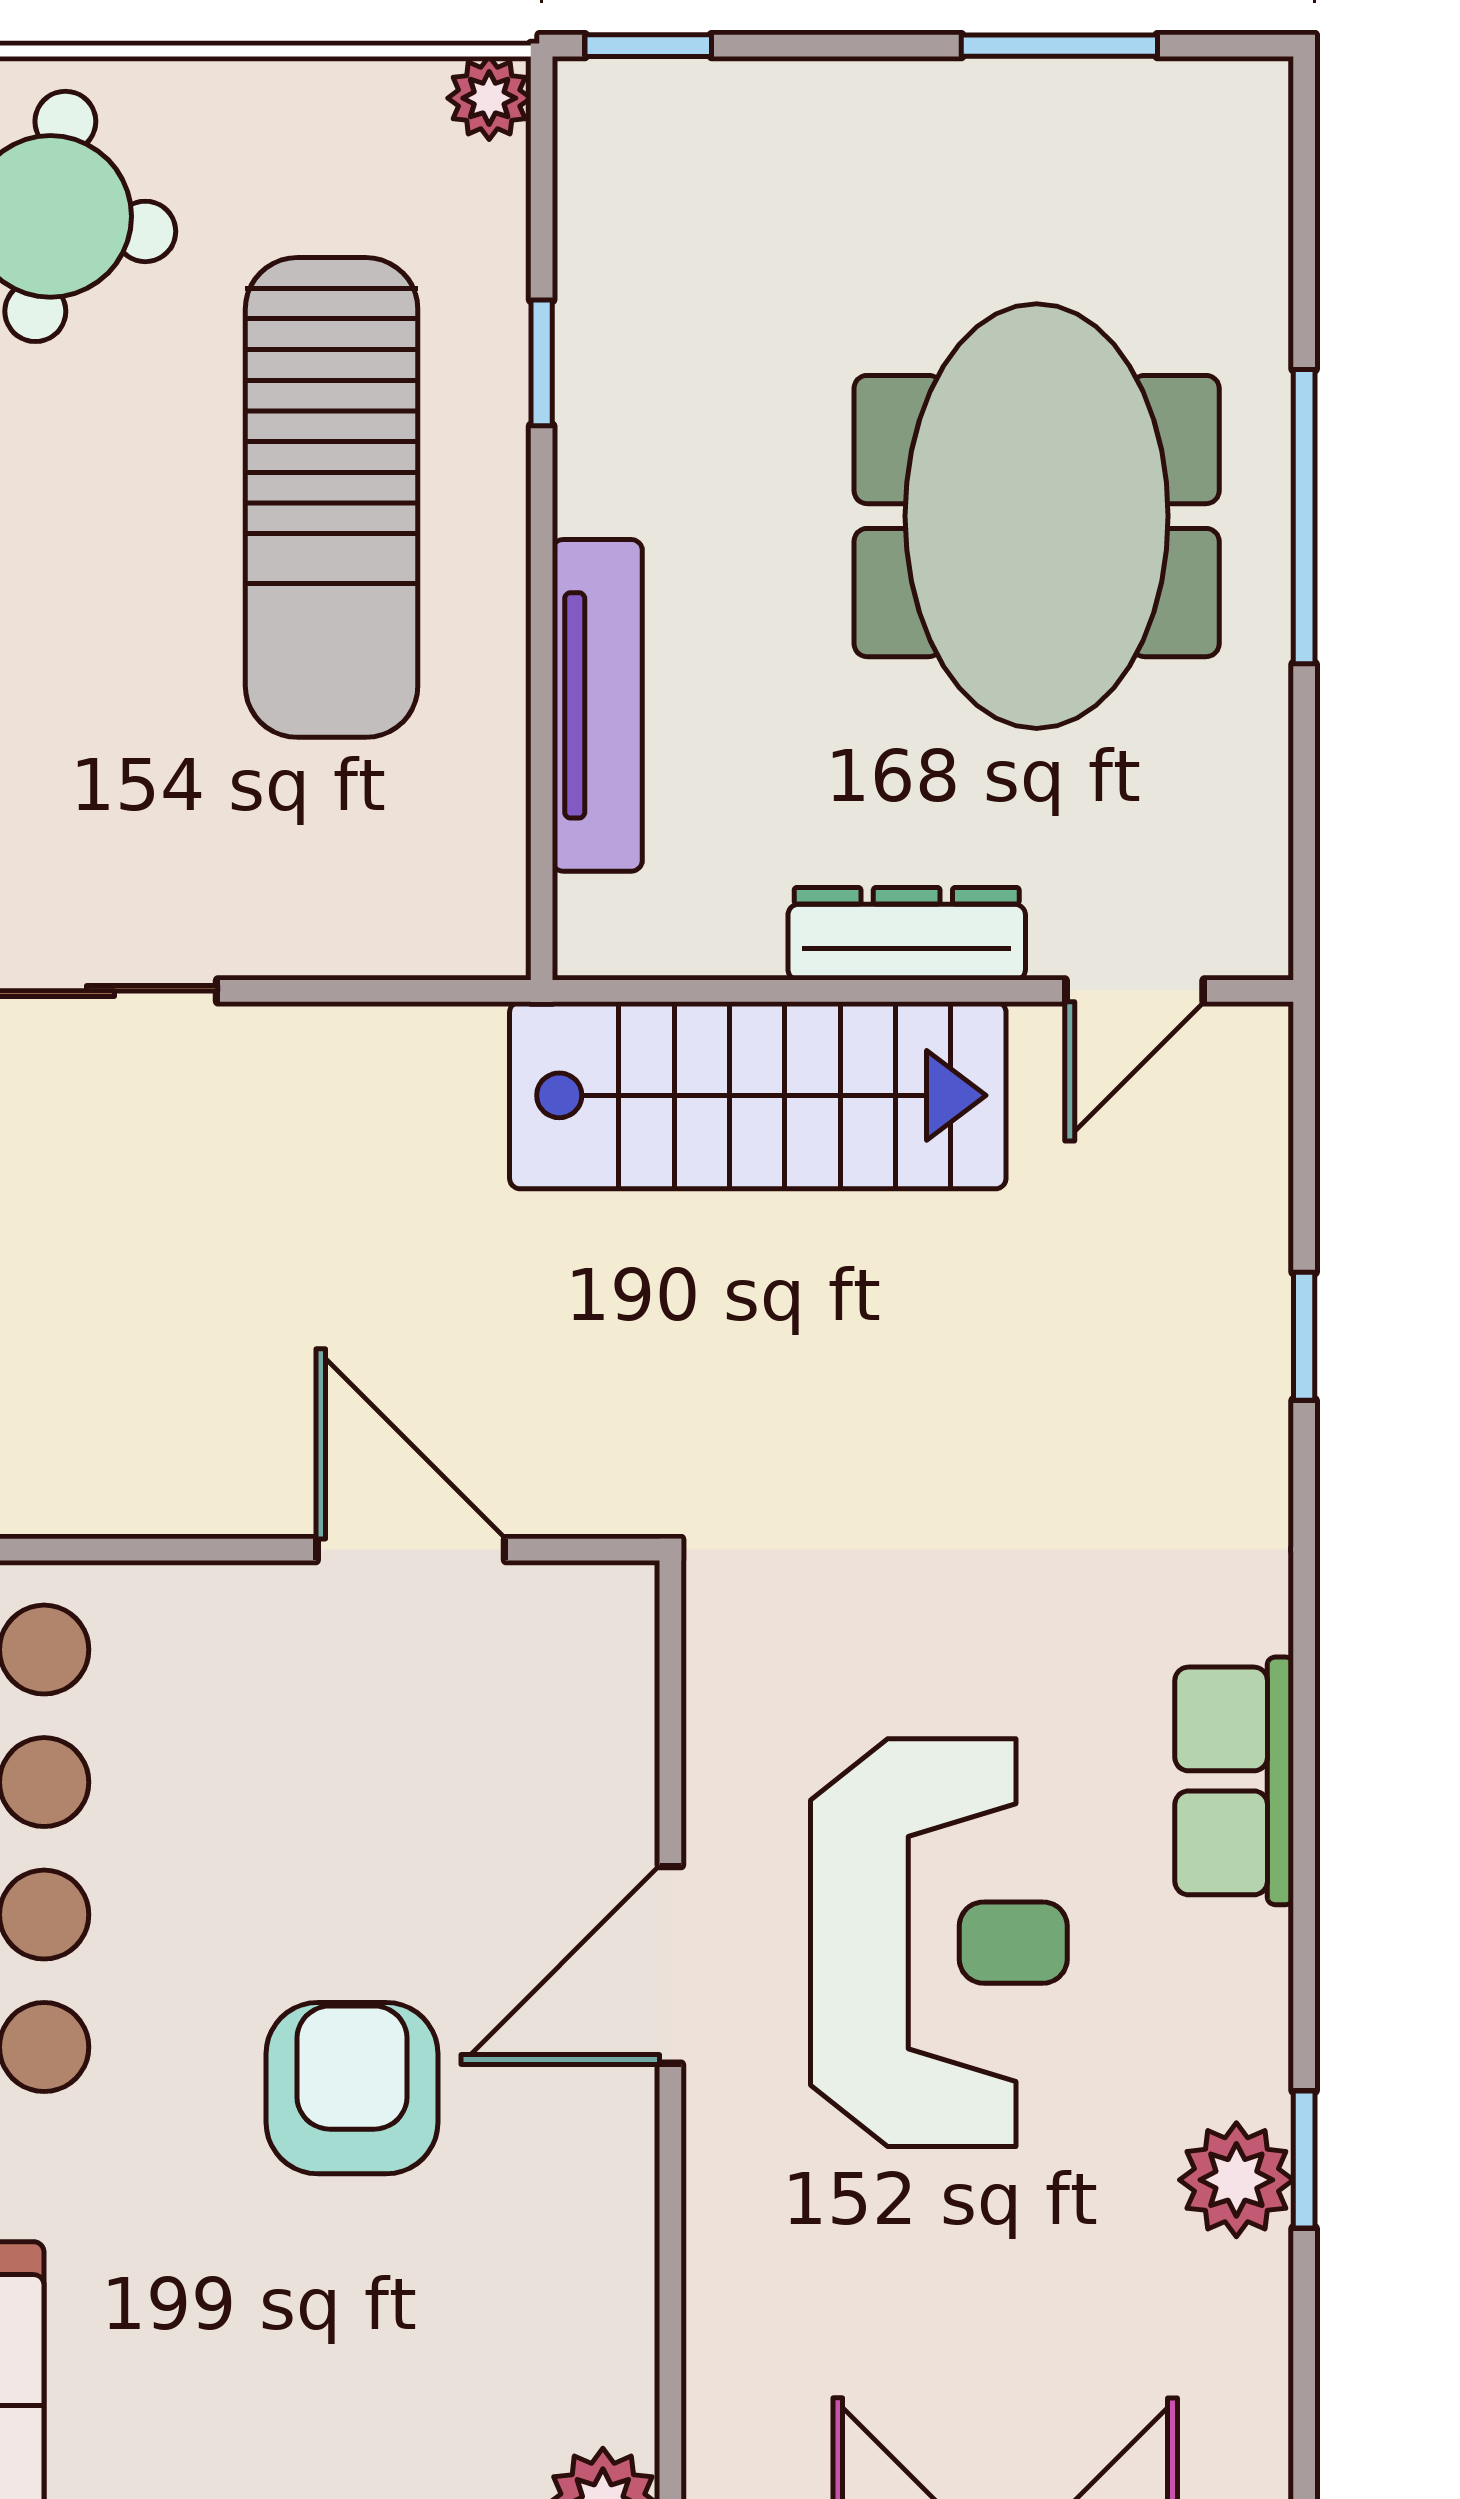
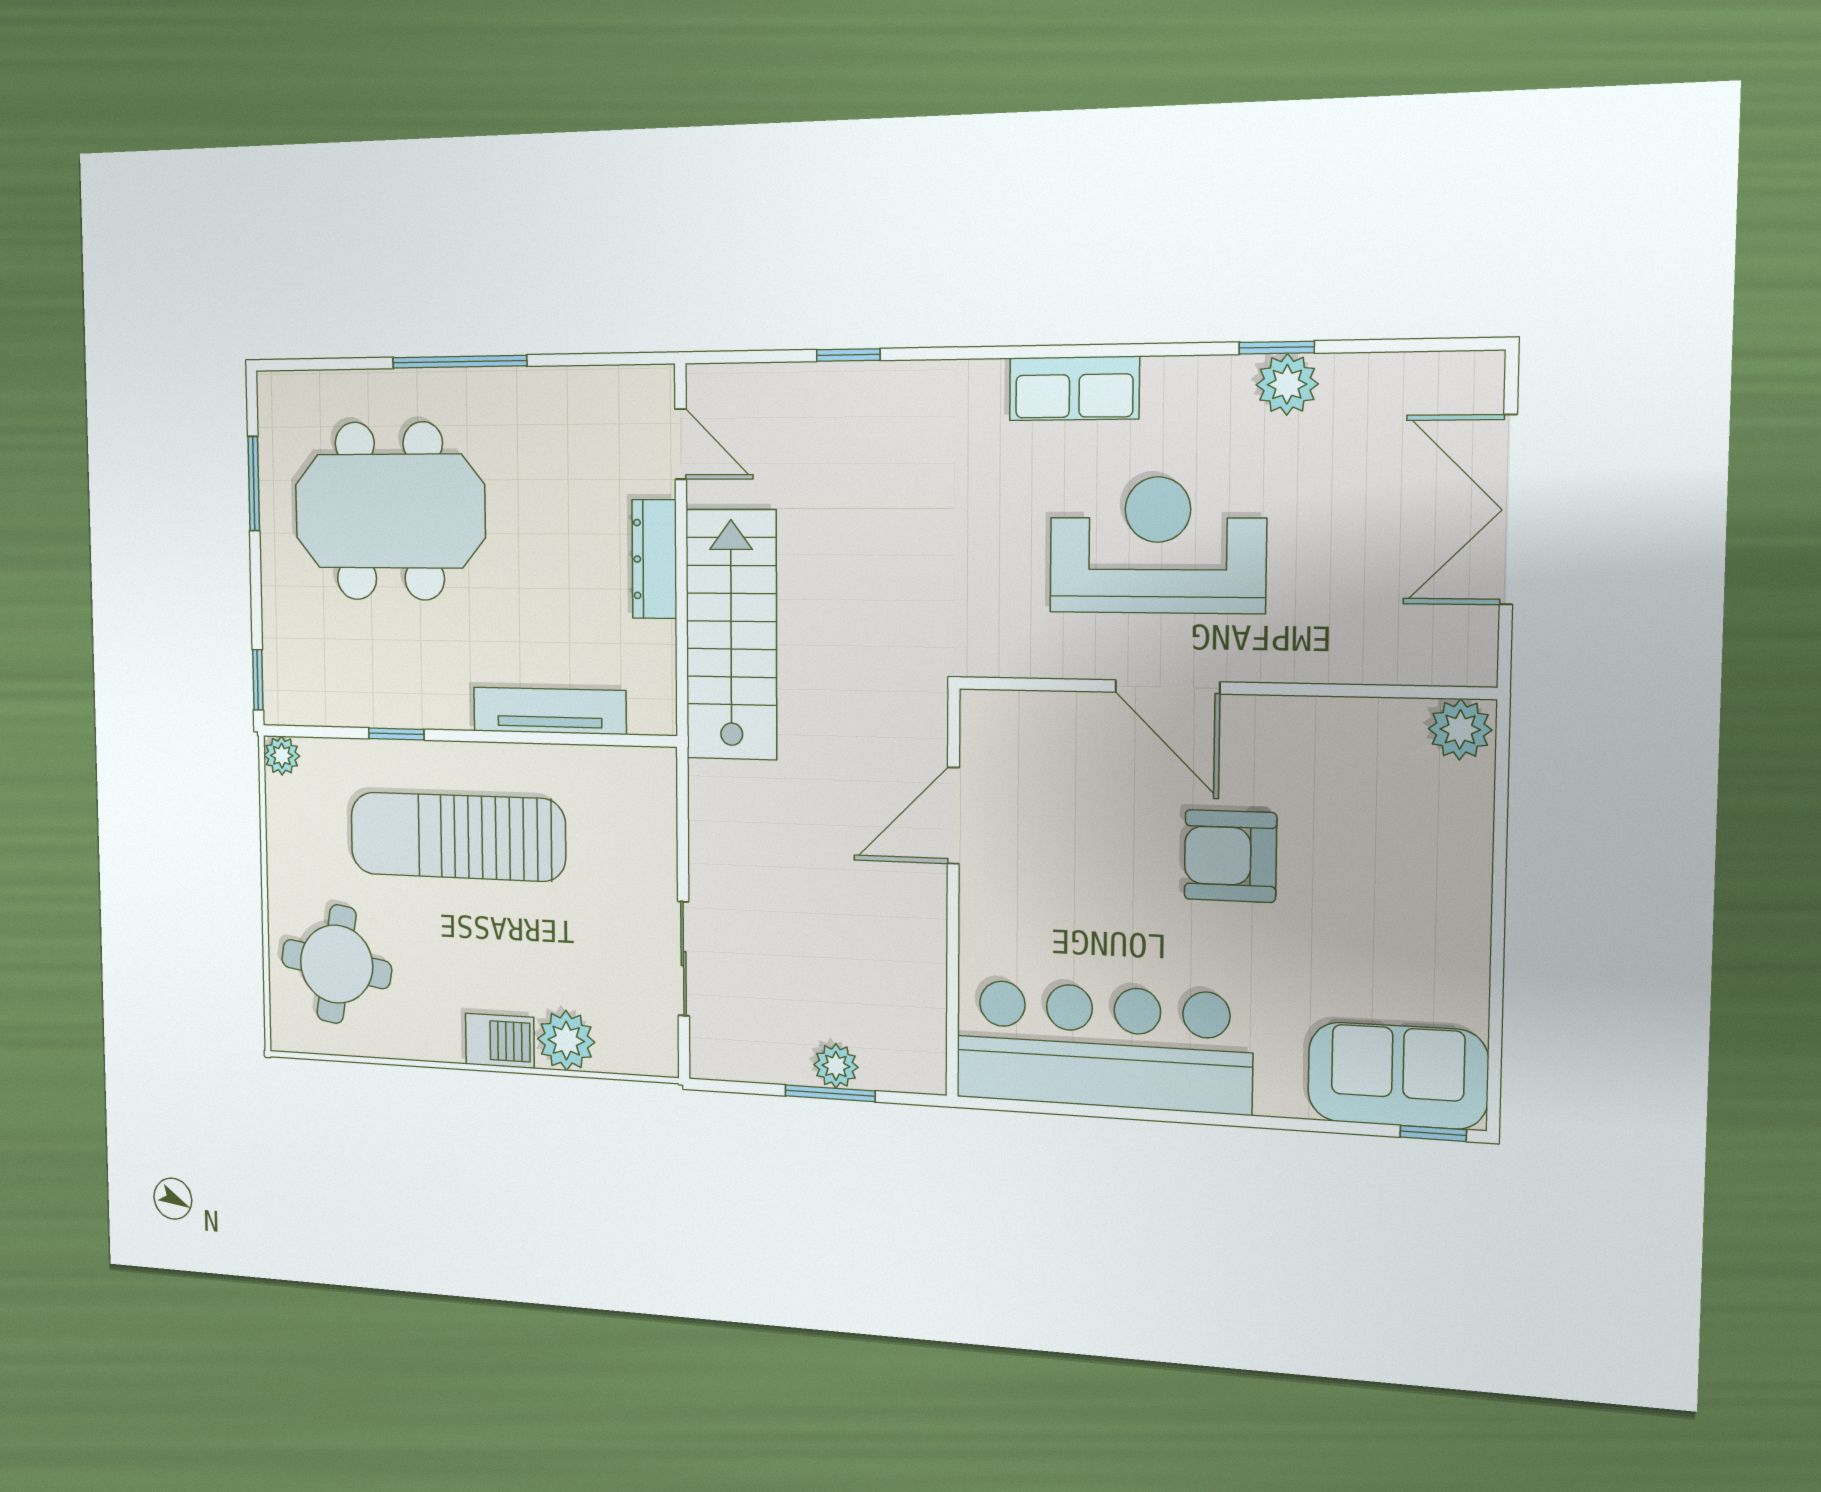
sun lounger: (332, 497) -> (457, 837), turned 180
meeting table: (1037, 516) -> (390, 511), moved

